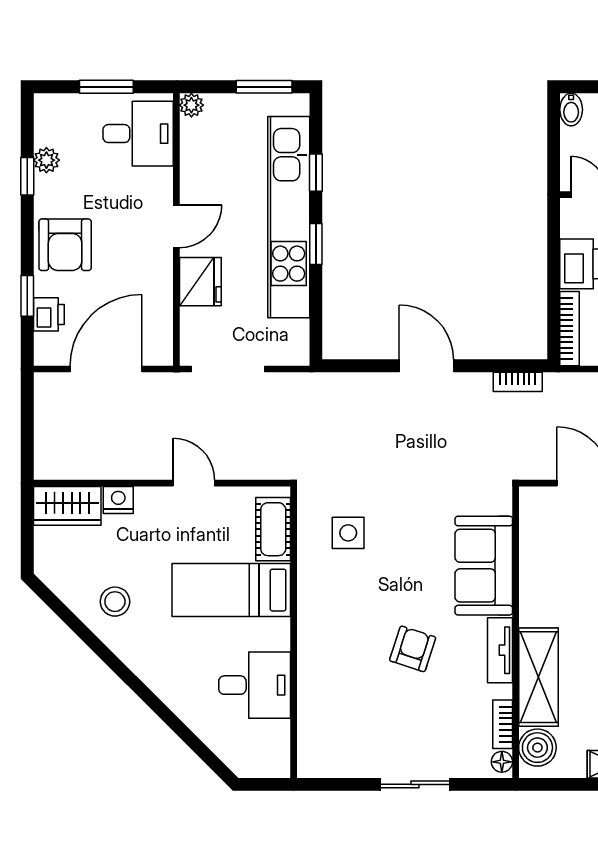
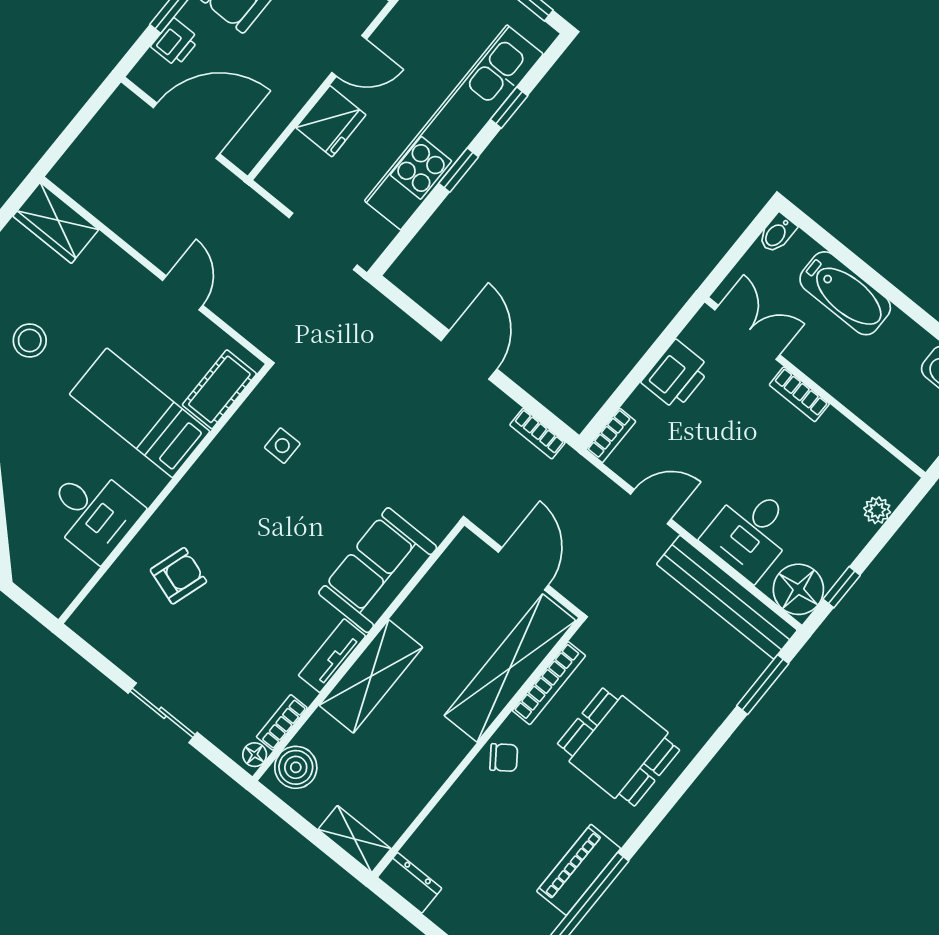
bookcase: (570, 329) -> (611, 435), width x0.64
doorway: (228, 369) -> (323, 241), moved
nightstand: (118, 500) -> (104, 254), removed
side table: (348, 533) -> (282, 446), width x0.73, depth x0.73
armchair: (413, 649) -> (178, 576), moved
shelving: (538, 677) -> (371, 676), moved

